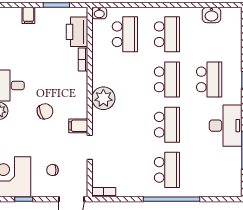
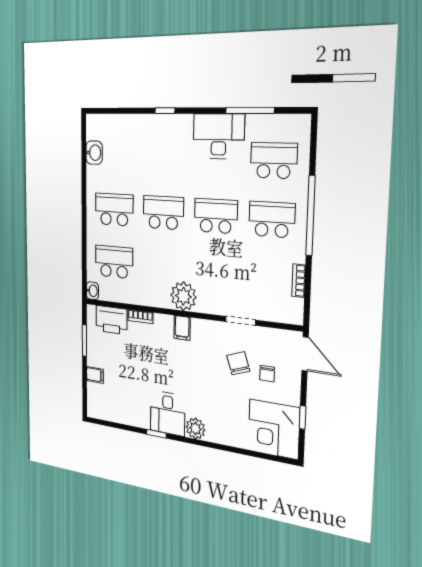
school desk: (209, 79) -> (274, 161), moved
chair: (45, 111) -> (238, 363), moved
filing cabinet: (78, 126) -> (182, 328), moved
bookcase: (104, 192) -> (299, 281), moved

